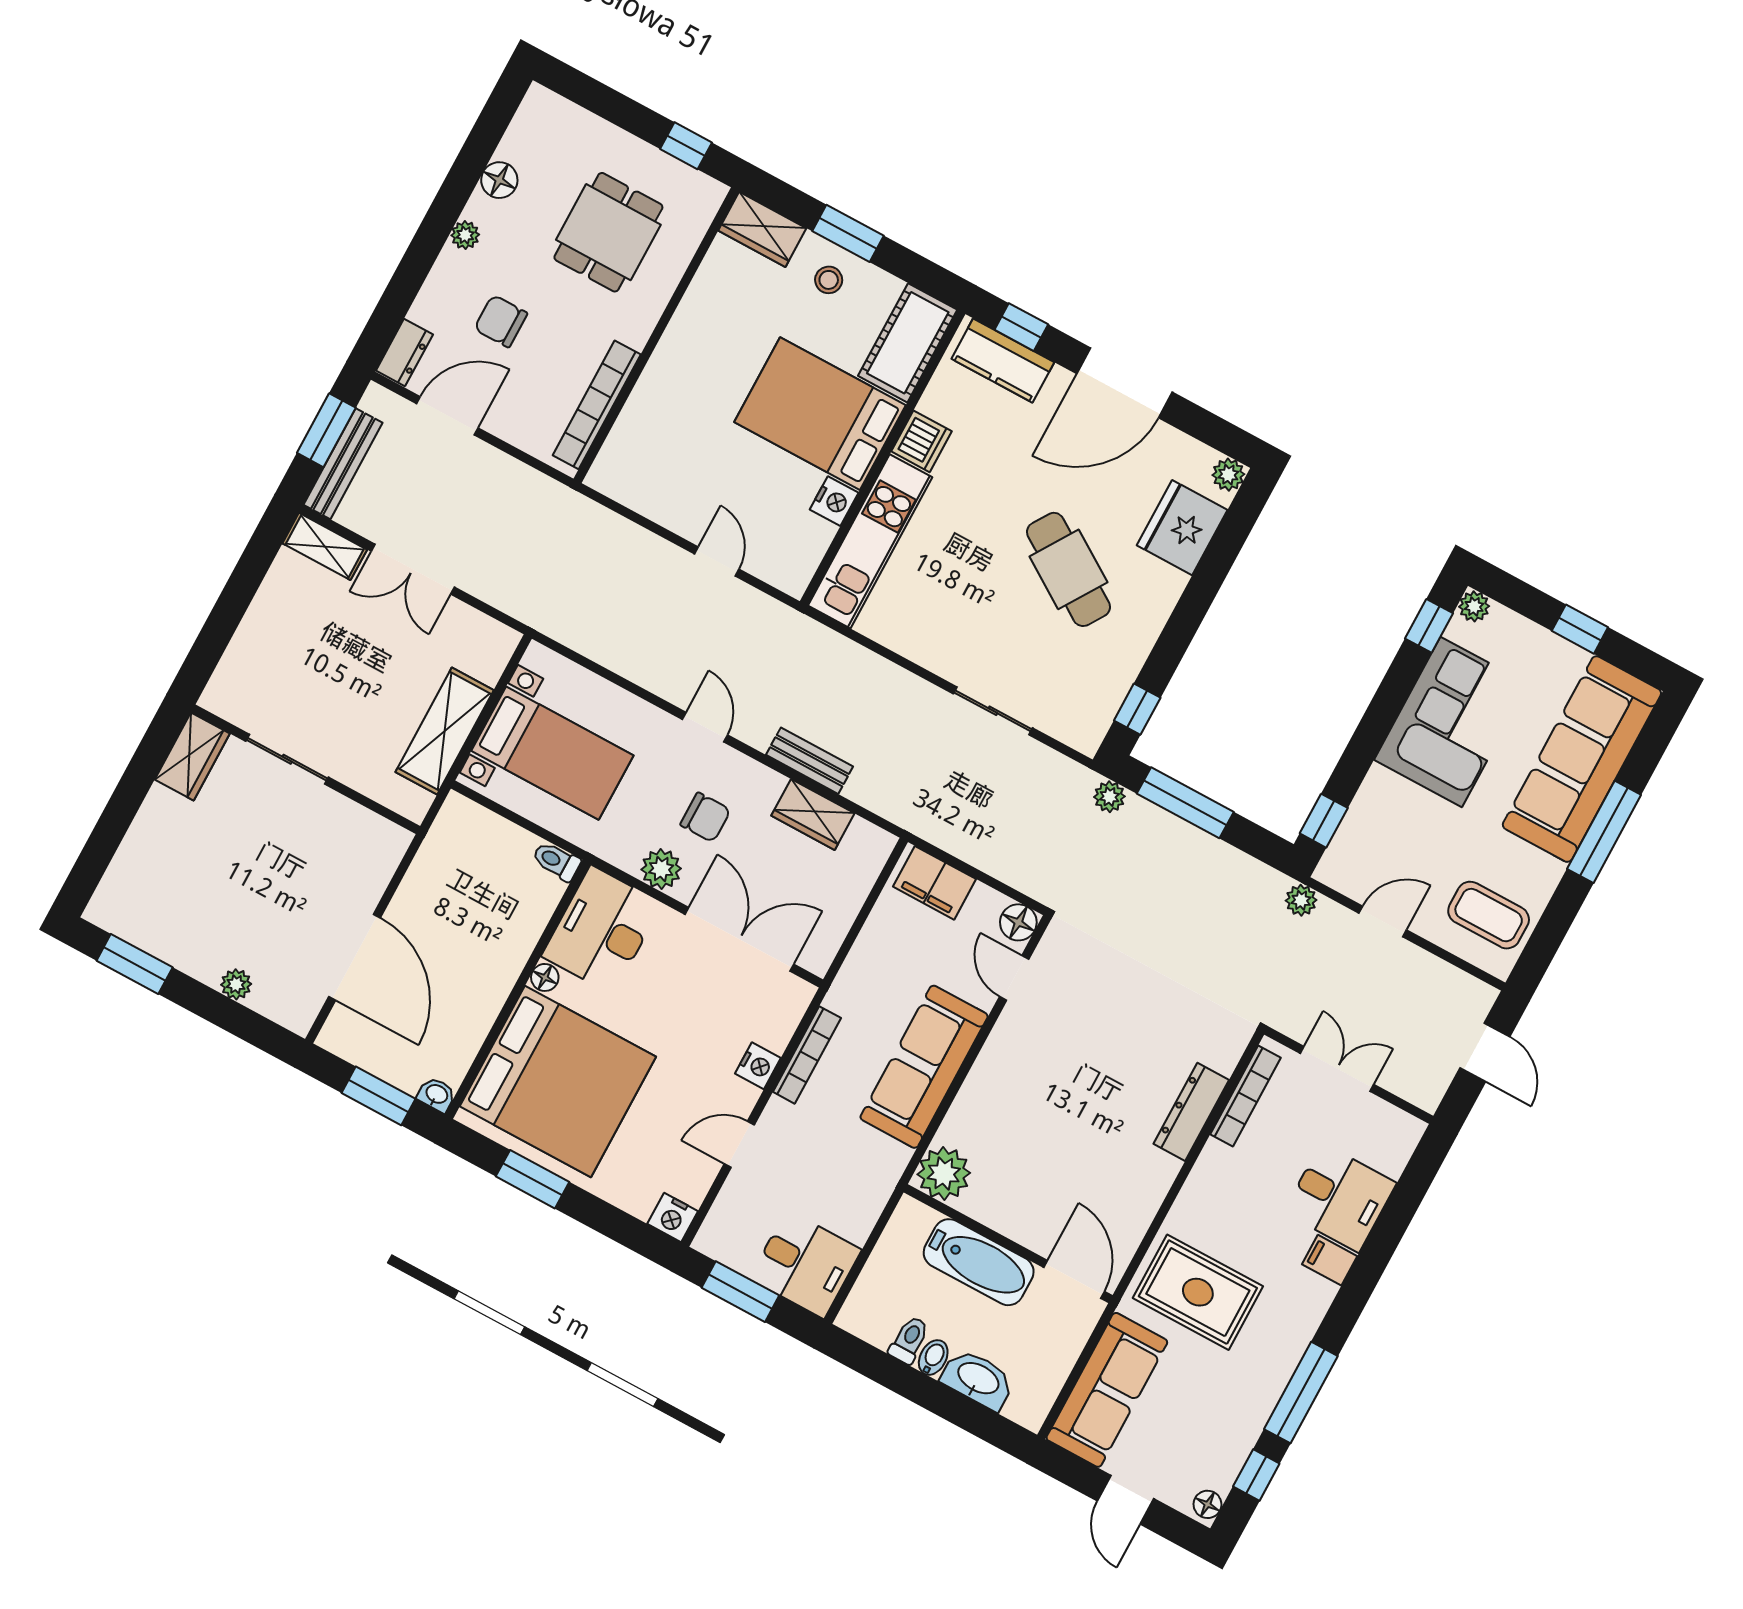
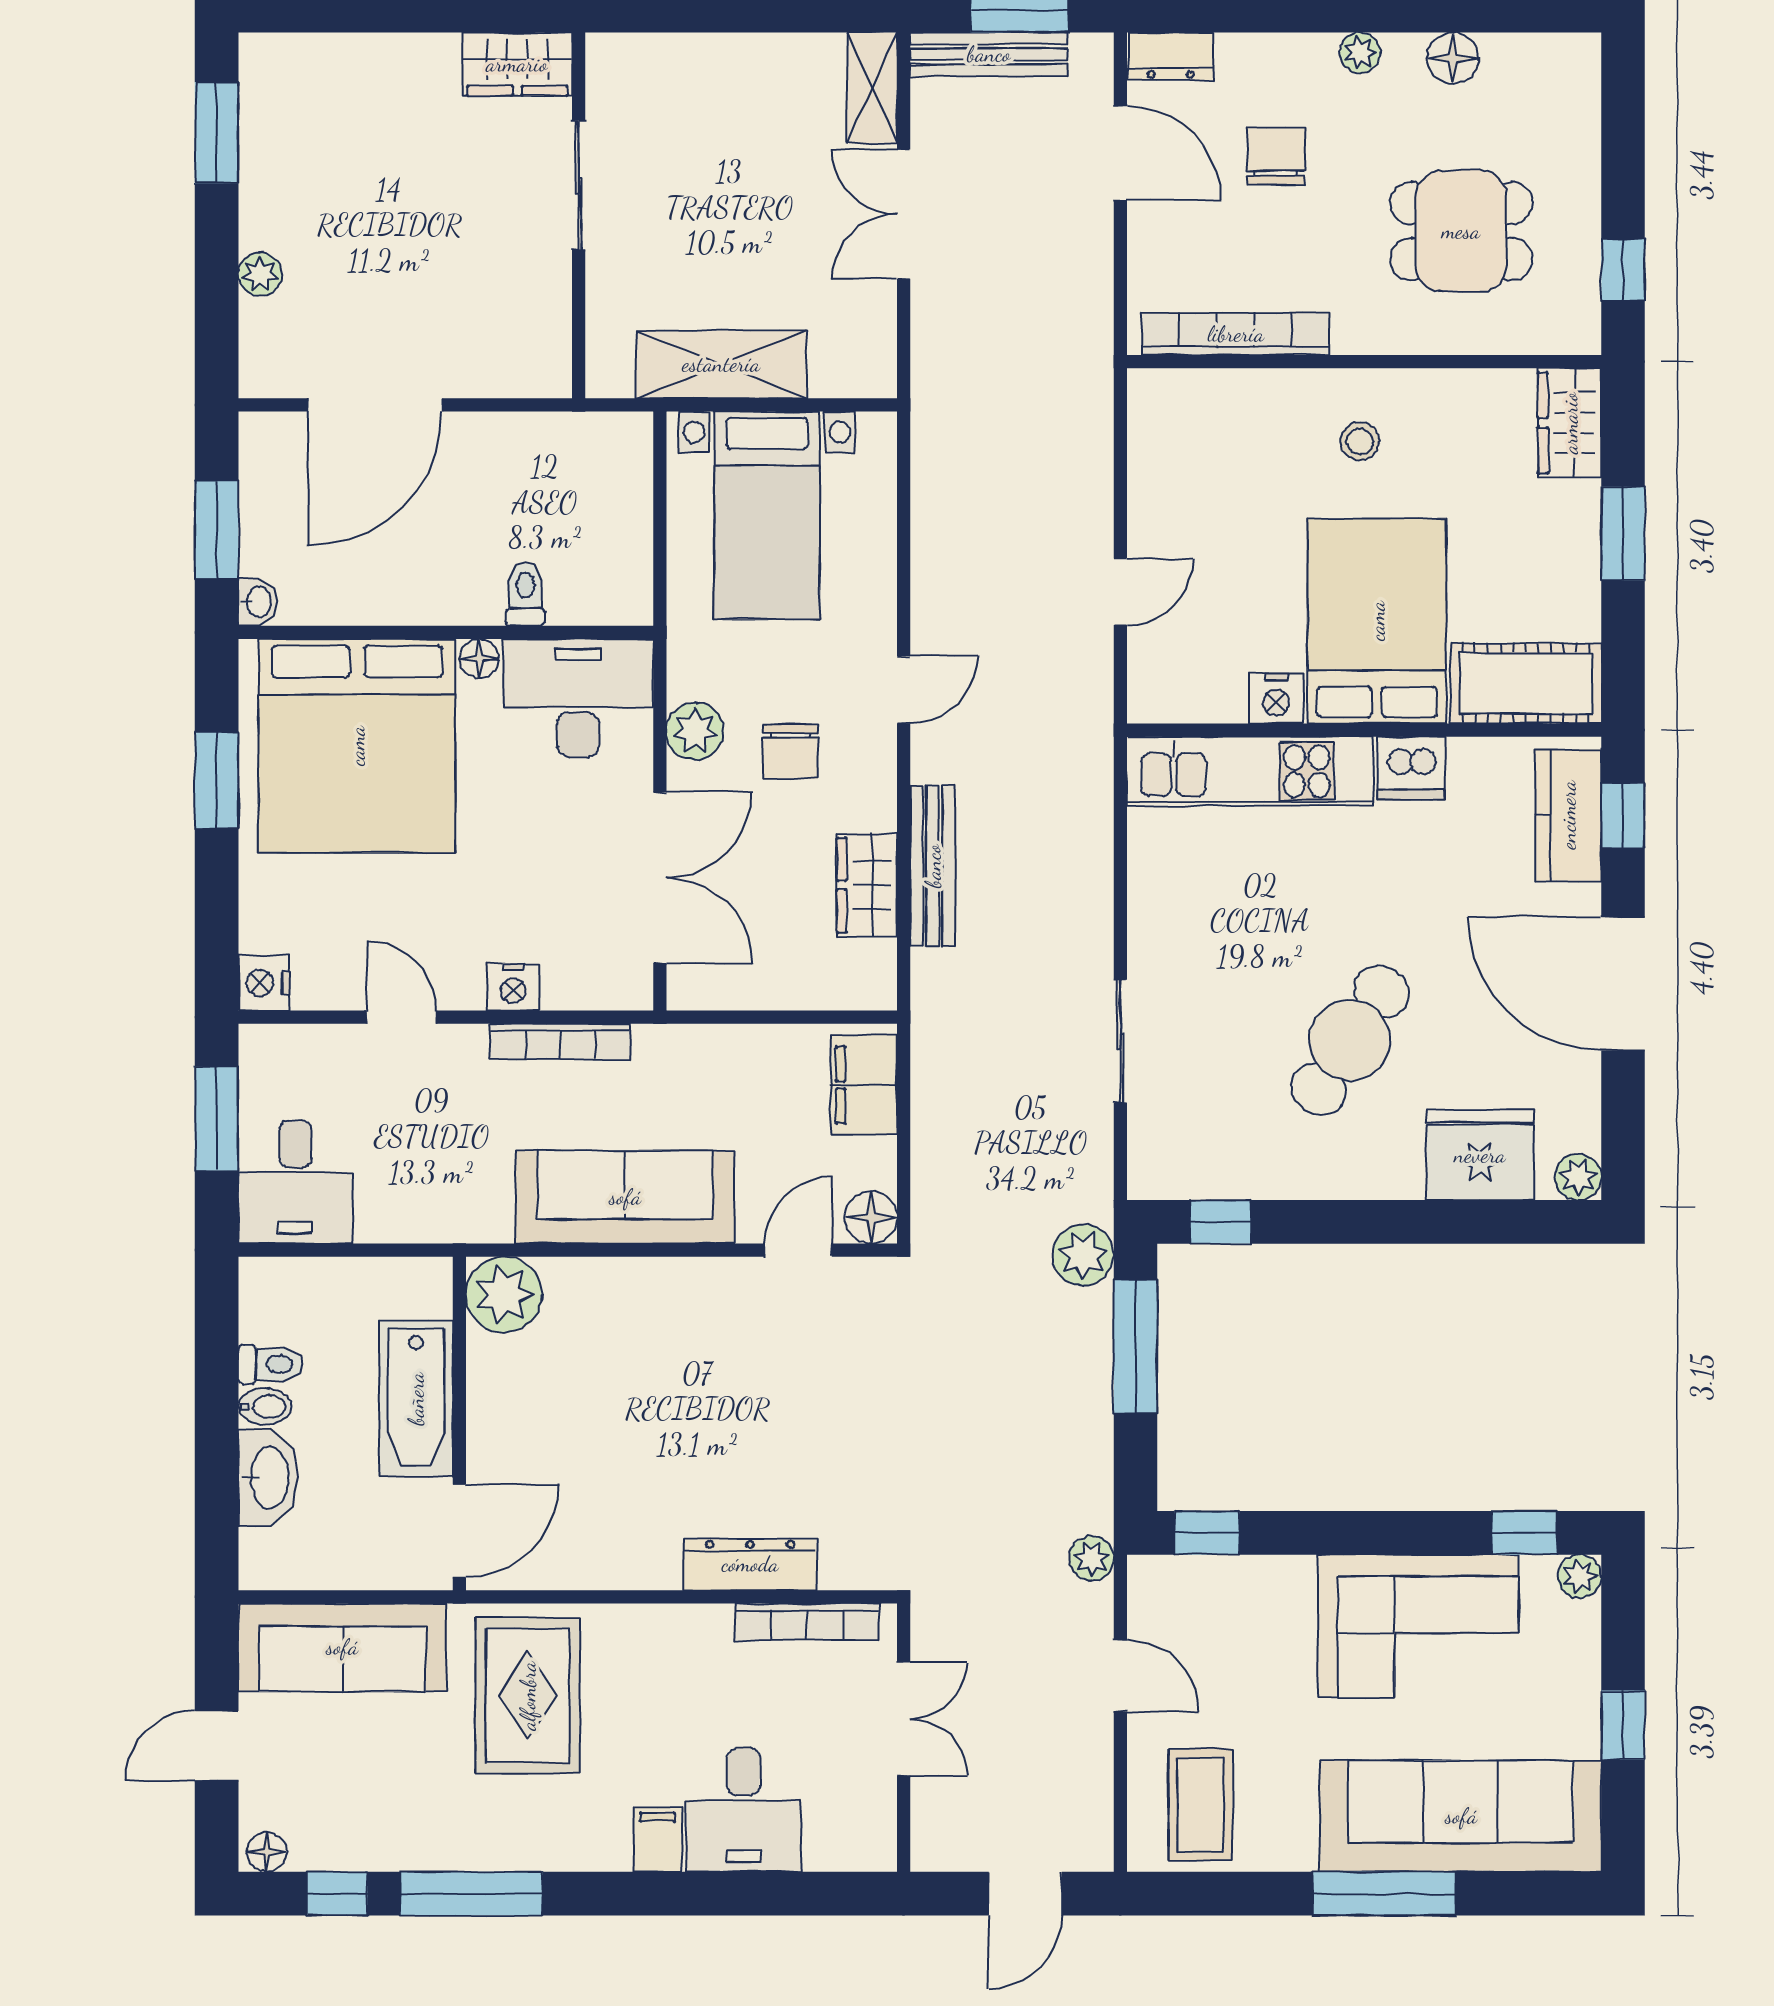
stool: (829, 280) -> (1360, 441), moved
bench: (810, 761) -> (933, 866), width x1.36
plant: (1109, 797) -> (1083, 1255), width x1.38, depth x1.38
toilet: (556, 861) -> (525, 594), moved

